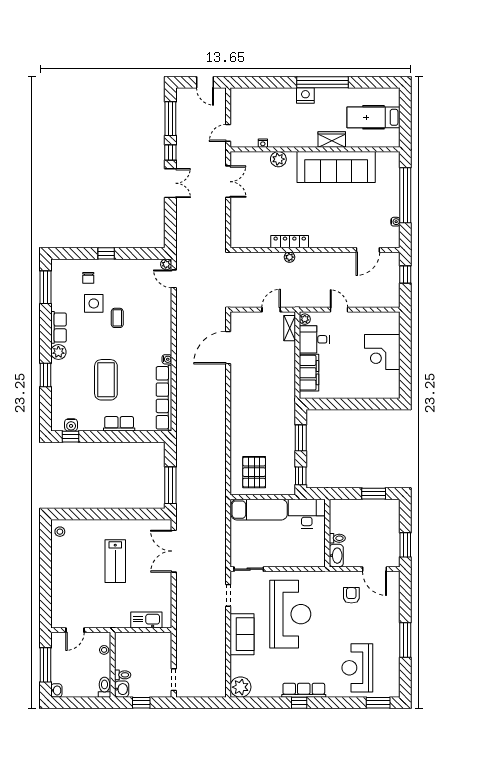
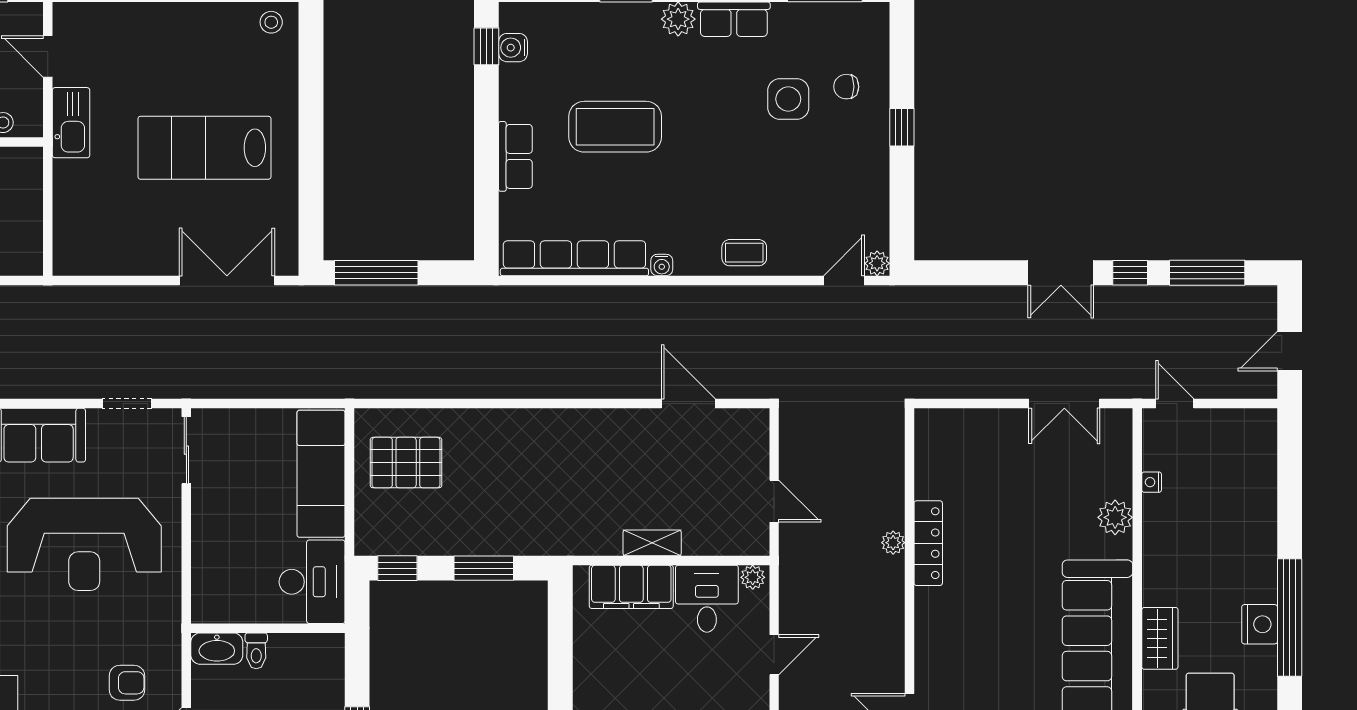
nightstand: (305, 95) -> (1260, 624), moved
coffee table: (117, 318) -> (744, 253), moved
shelving: (290, 328) -> (652, 543), moved
door: (228, 348) -> (688, 404), width x0.73
lab bench: (115, 561) -> (204, 148), width x1.36, depth x1.39
kitchen sink: (146, 620) -> (71, 123), moved

